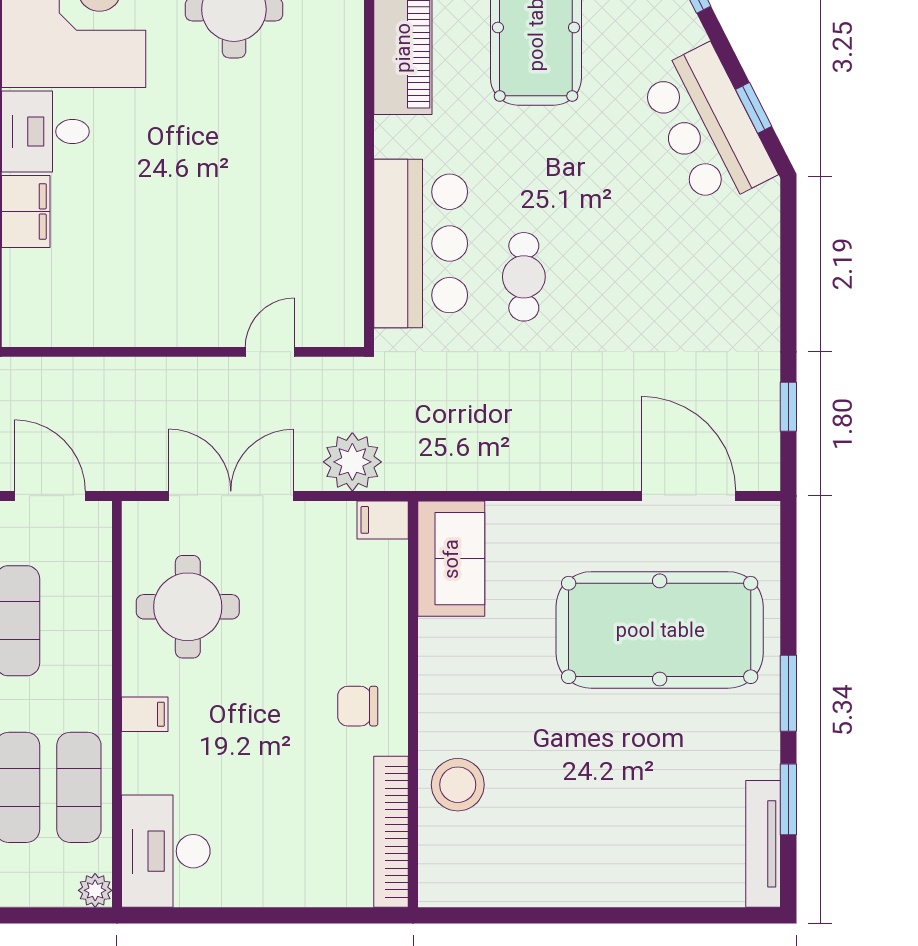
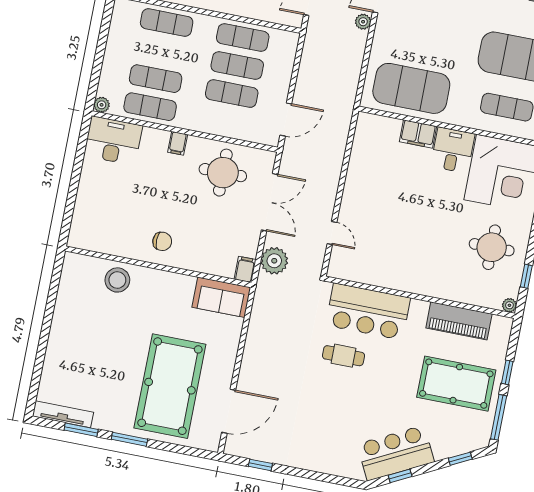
chair: (358, 706) -> (162, 241), turned 90
bookcase: (391, 832) -> (102, 245), removed

